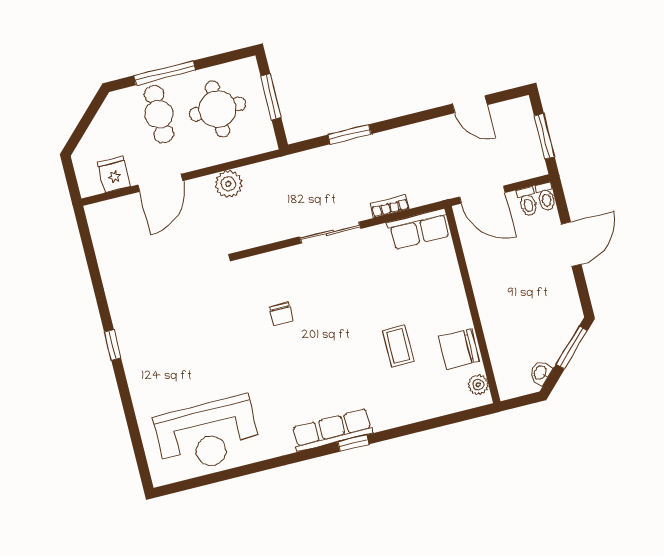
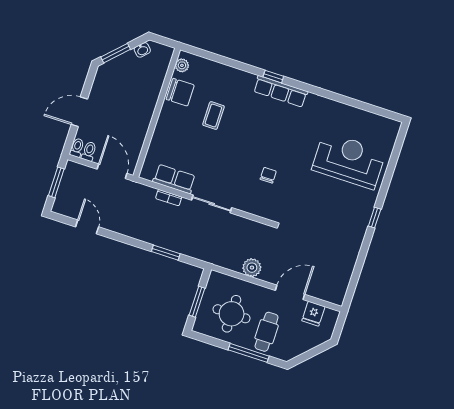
row of seats: (419, 229) -> (174, 179), moved
reception desk: (207, 435) -> (349, 160), moved

